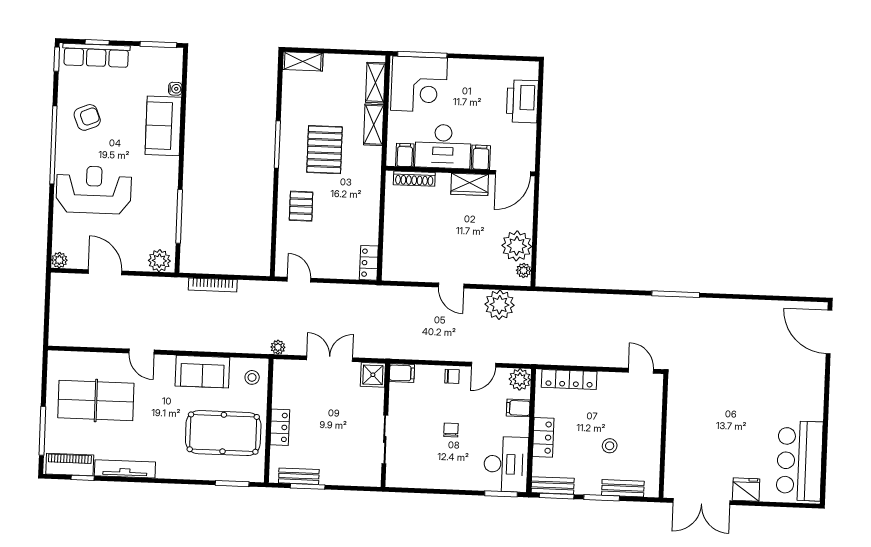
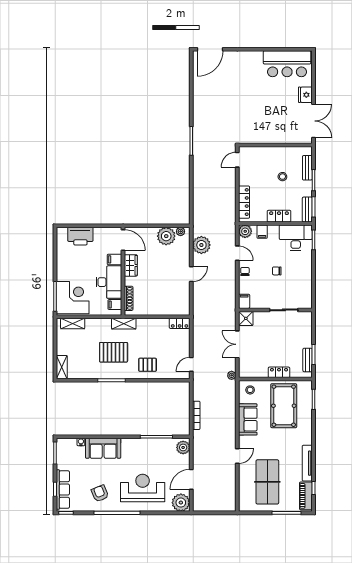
shelving: (374, 125) -> (124, 324), moved
reception desk: (94, 190) -> (143, 488), turned 90
plant: (59, 260) -> (181, 503), width x1.87, depth x1.87

